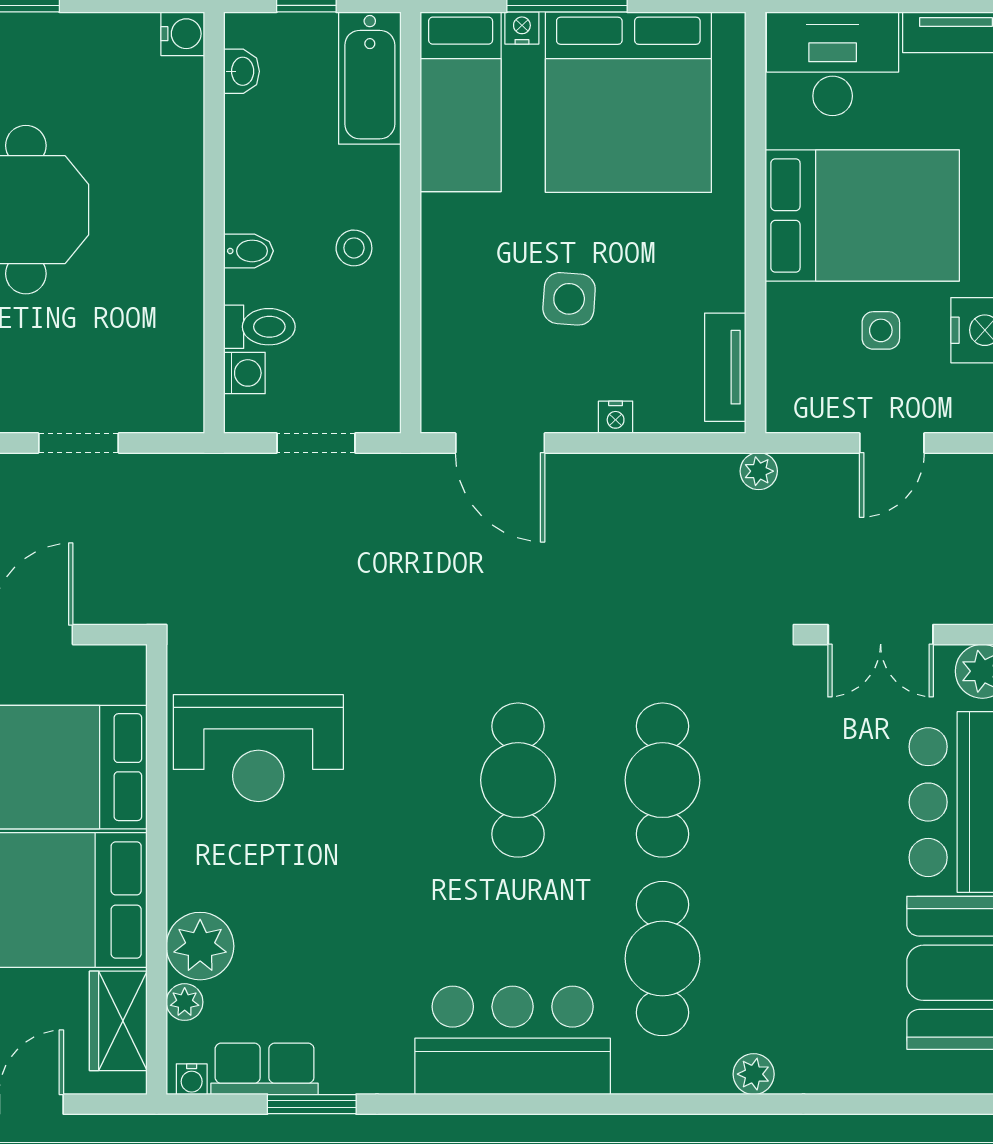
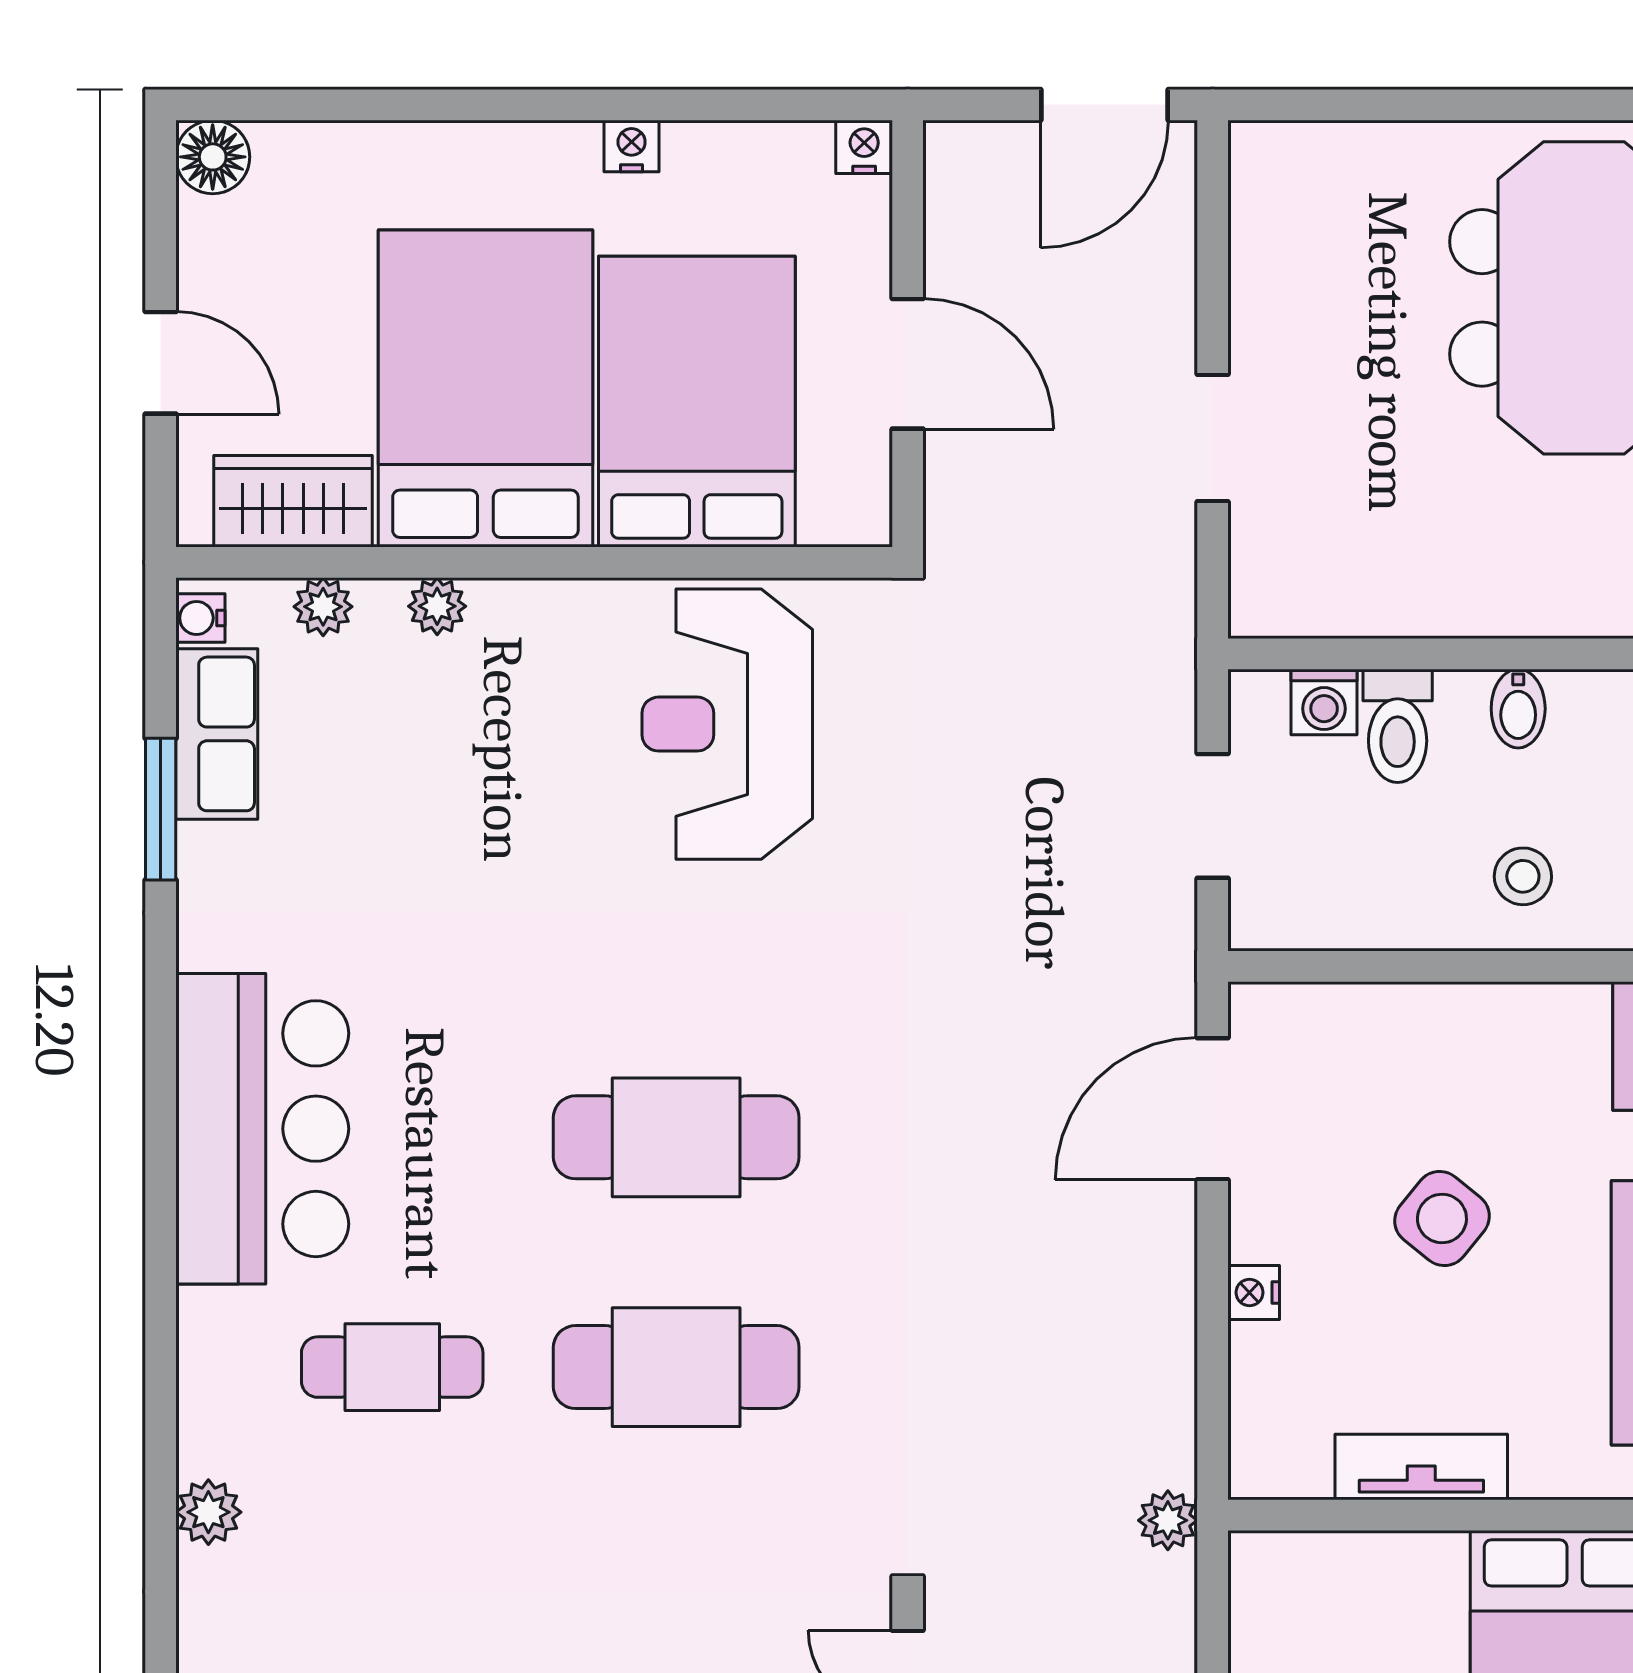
side table: (569, 299) -> (1442, 1218), turned 35
tv unit: (725, 367) -> (1421, 1467), moved
plant: (200, 946) -> (437, 606), width x0.53, depth x0.53
cafe table: (662, 959) -> (392, 1367), width x0.73, depth x0.74

